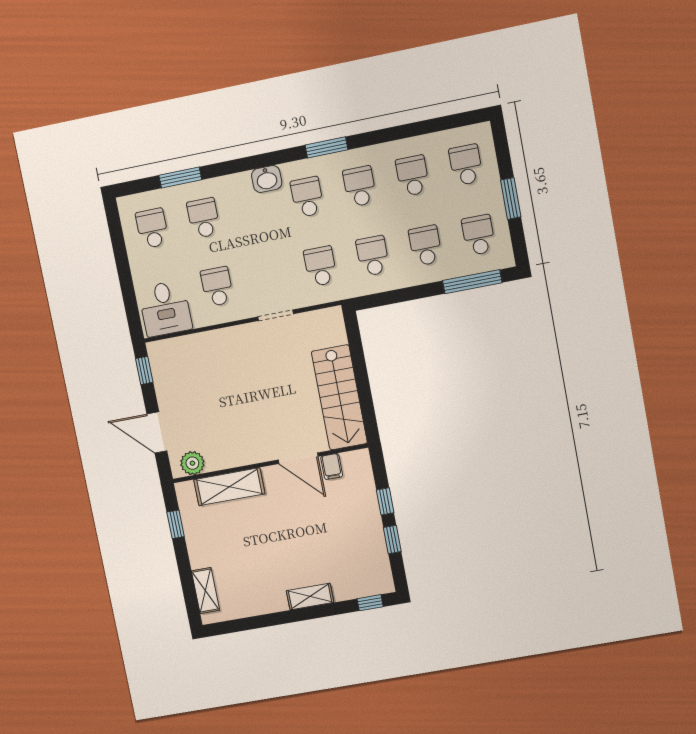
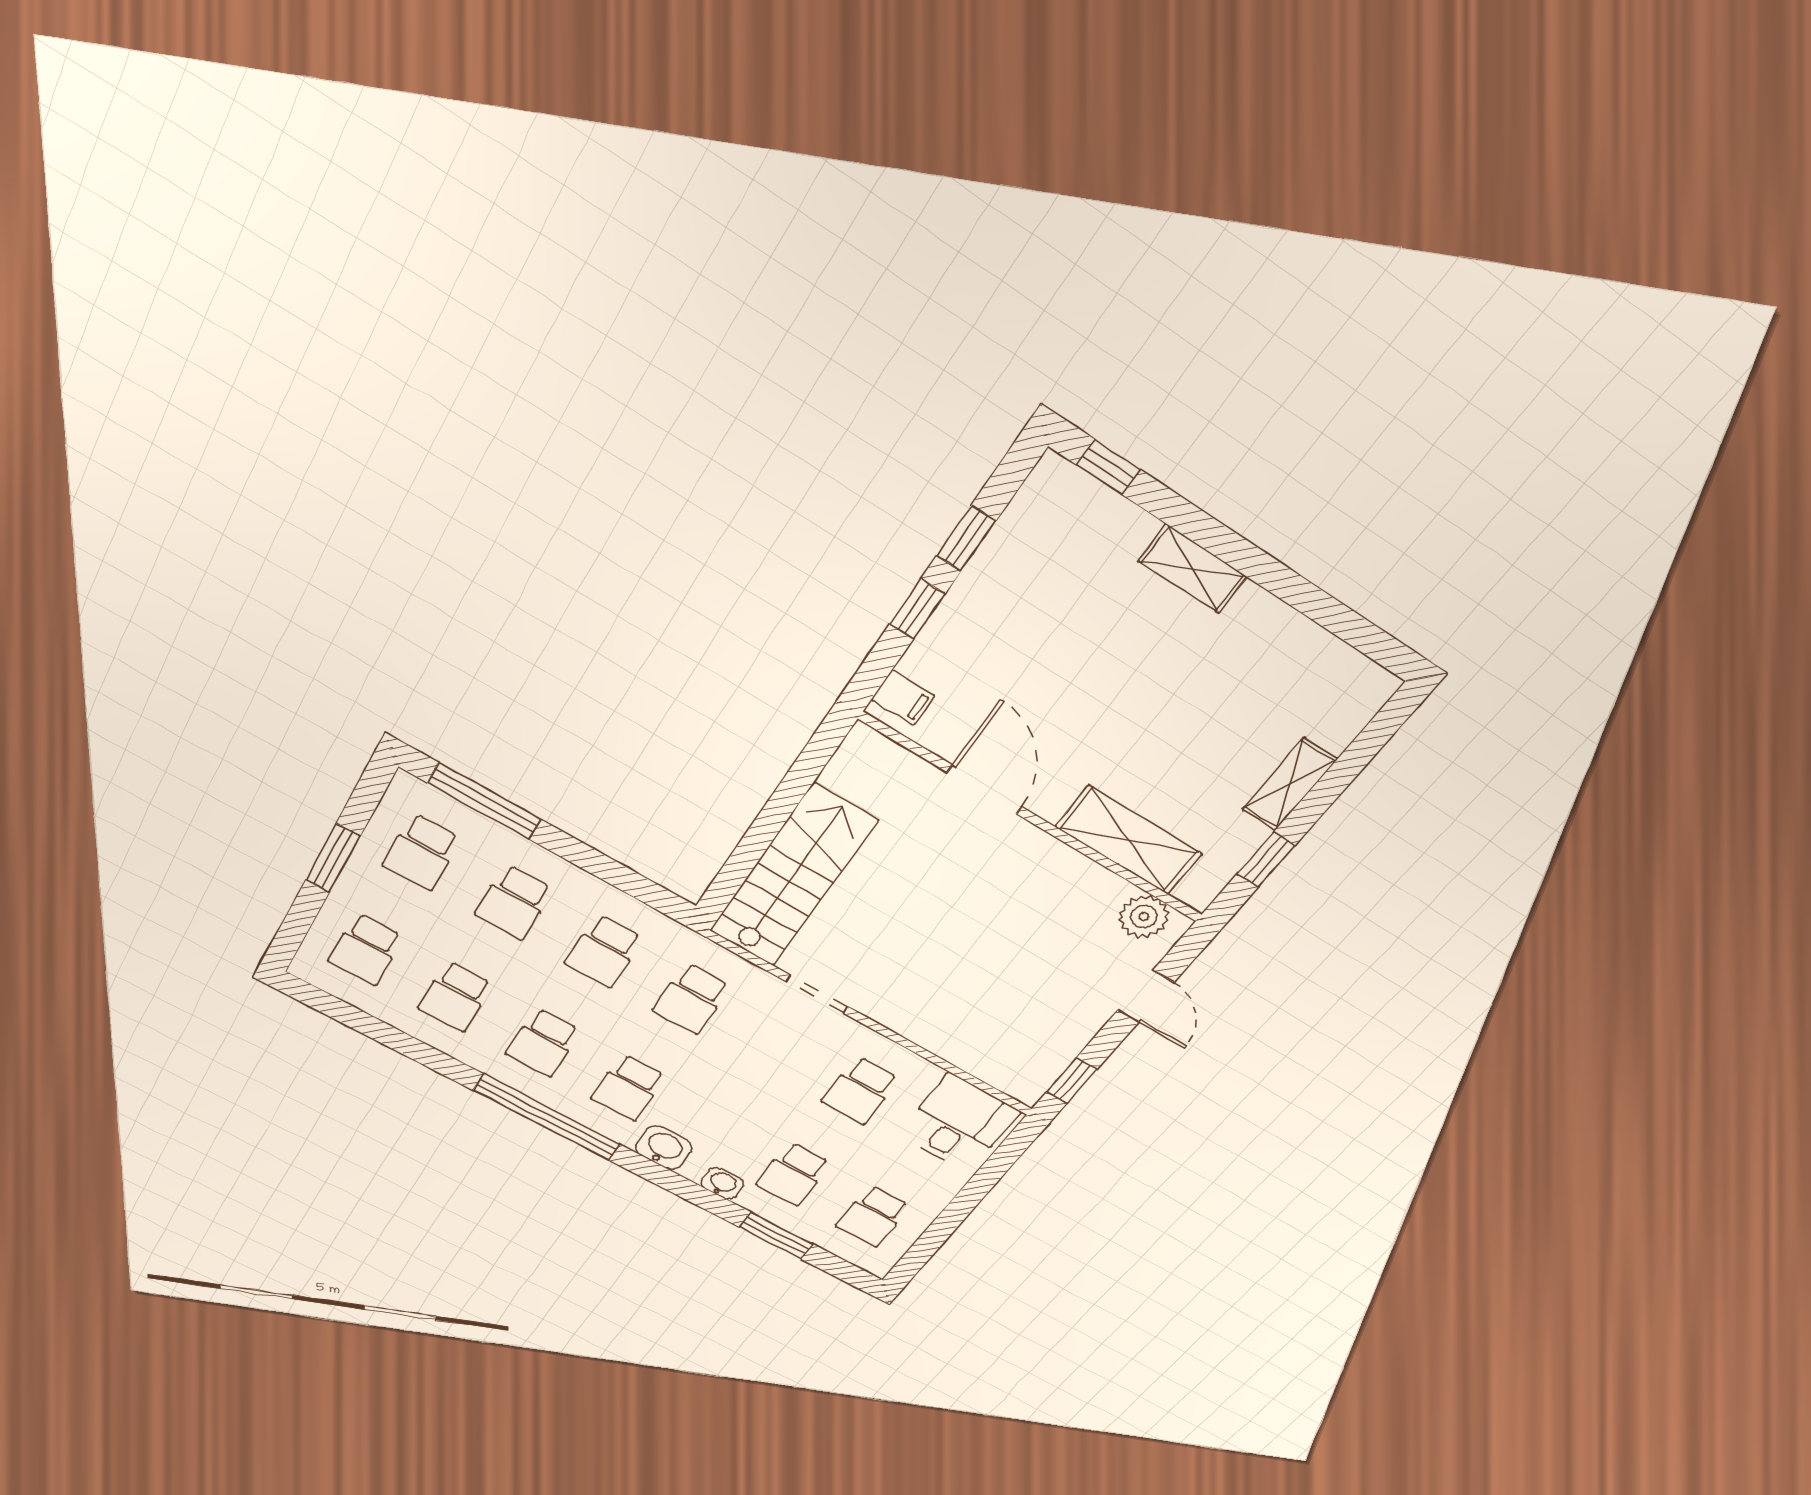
window: (326, 147) -> (547, 1118), width x2.11
washbasin: (227, 184) -> (722, 1183), added
stairs: (339, 397) -> (793, 876), moved
door: (157, 432) -> (1146, 996), width x0.73
filing cabinet: (332, 467) -> (903, 698), moved, turned 90
shelving: (206, 591) -> (1289, 784), moved

